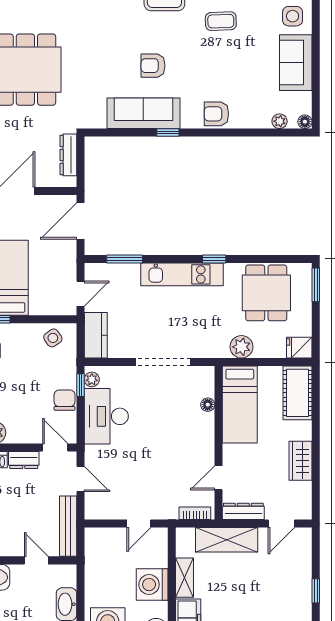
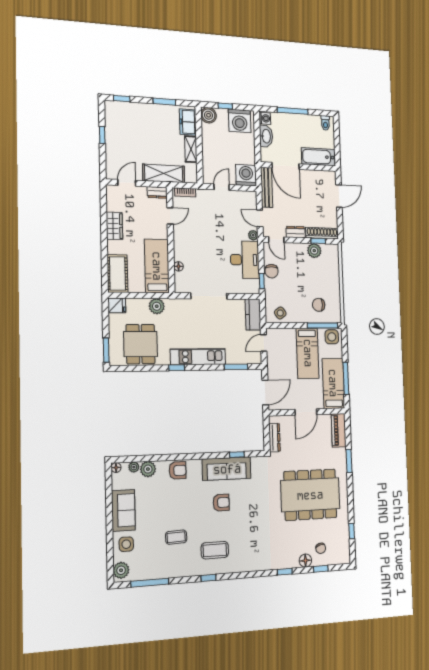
plant: (259, 118) -> (148, 469), added
window: (168, 133) -> (237, 455), moved
plant: (92, 379) -> (253, 235), moved
dresser: (243, 511) -> (157, 192), width x0.70
door: (36, 560) -> (286, 166), width x1.87
washing machine: (152, 585) -> (246, 175), moved, turned -90

